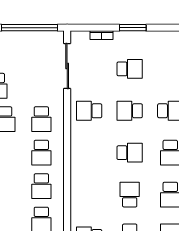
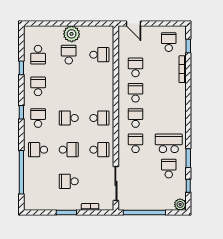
school desk: (130, 195) -> (99, 118), moved, turned -90

